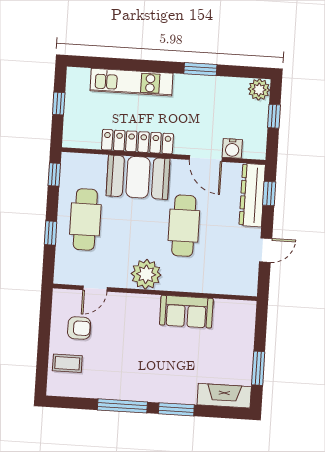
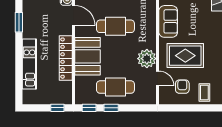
window: (59, 103) -> (57, 108), moved
door: (206, 159) -> (73, 16), hinge flipped
window: (51, 233) -> (111, 108), moved
plant: (146, 274) -> (147, 59), moved
rug: (129, 336) -> (185, 56), added

